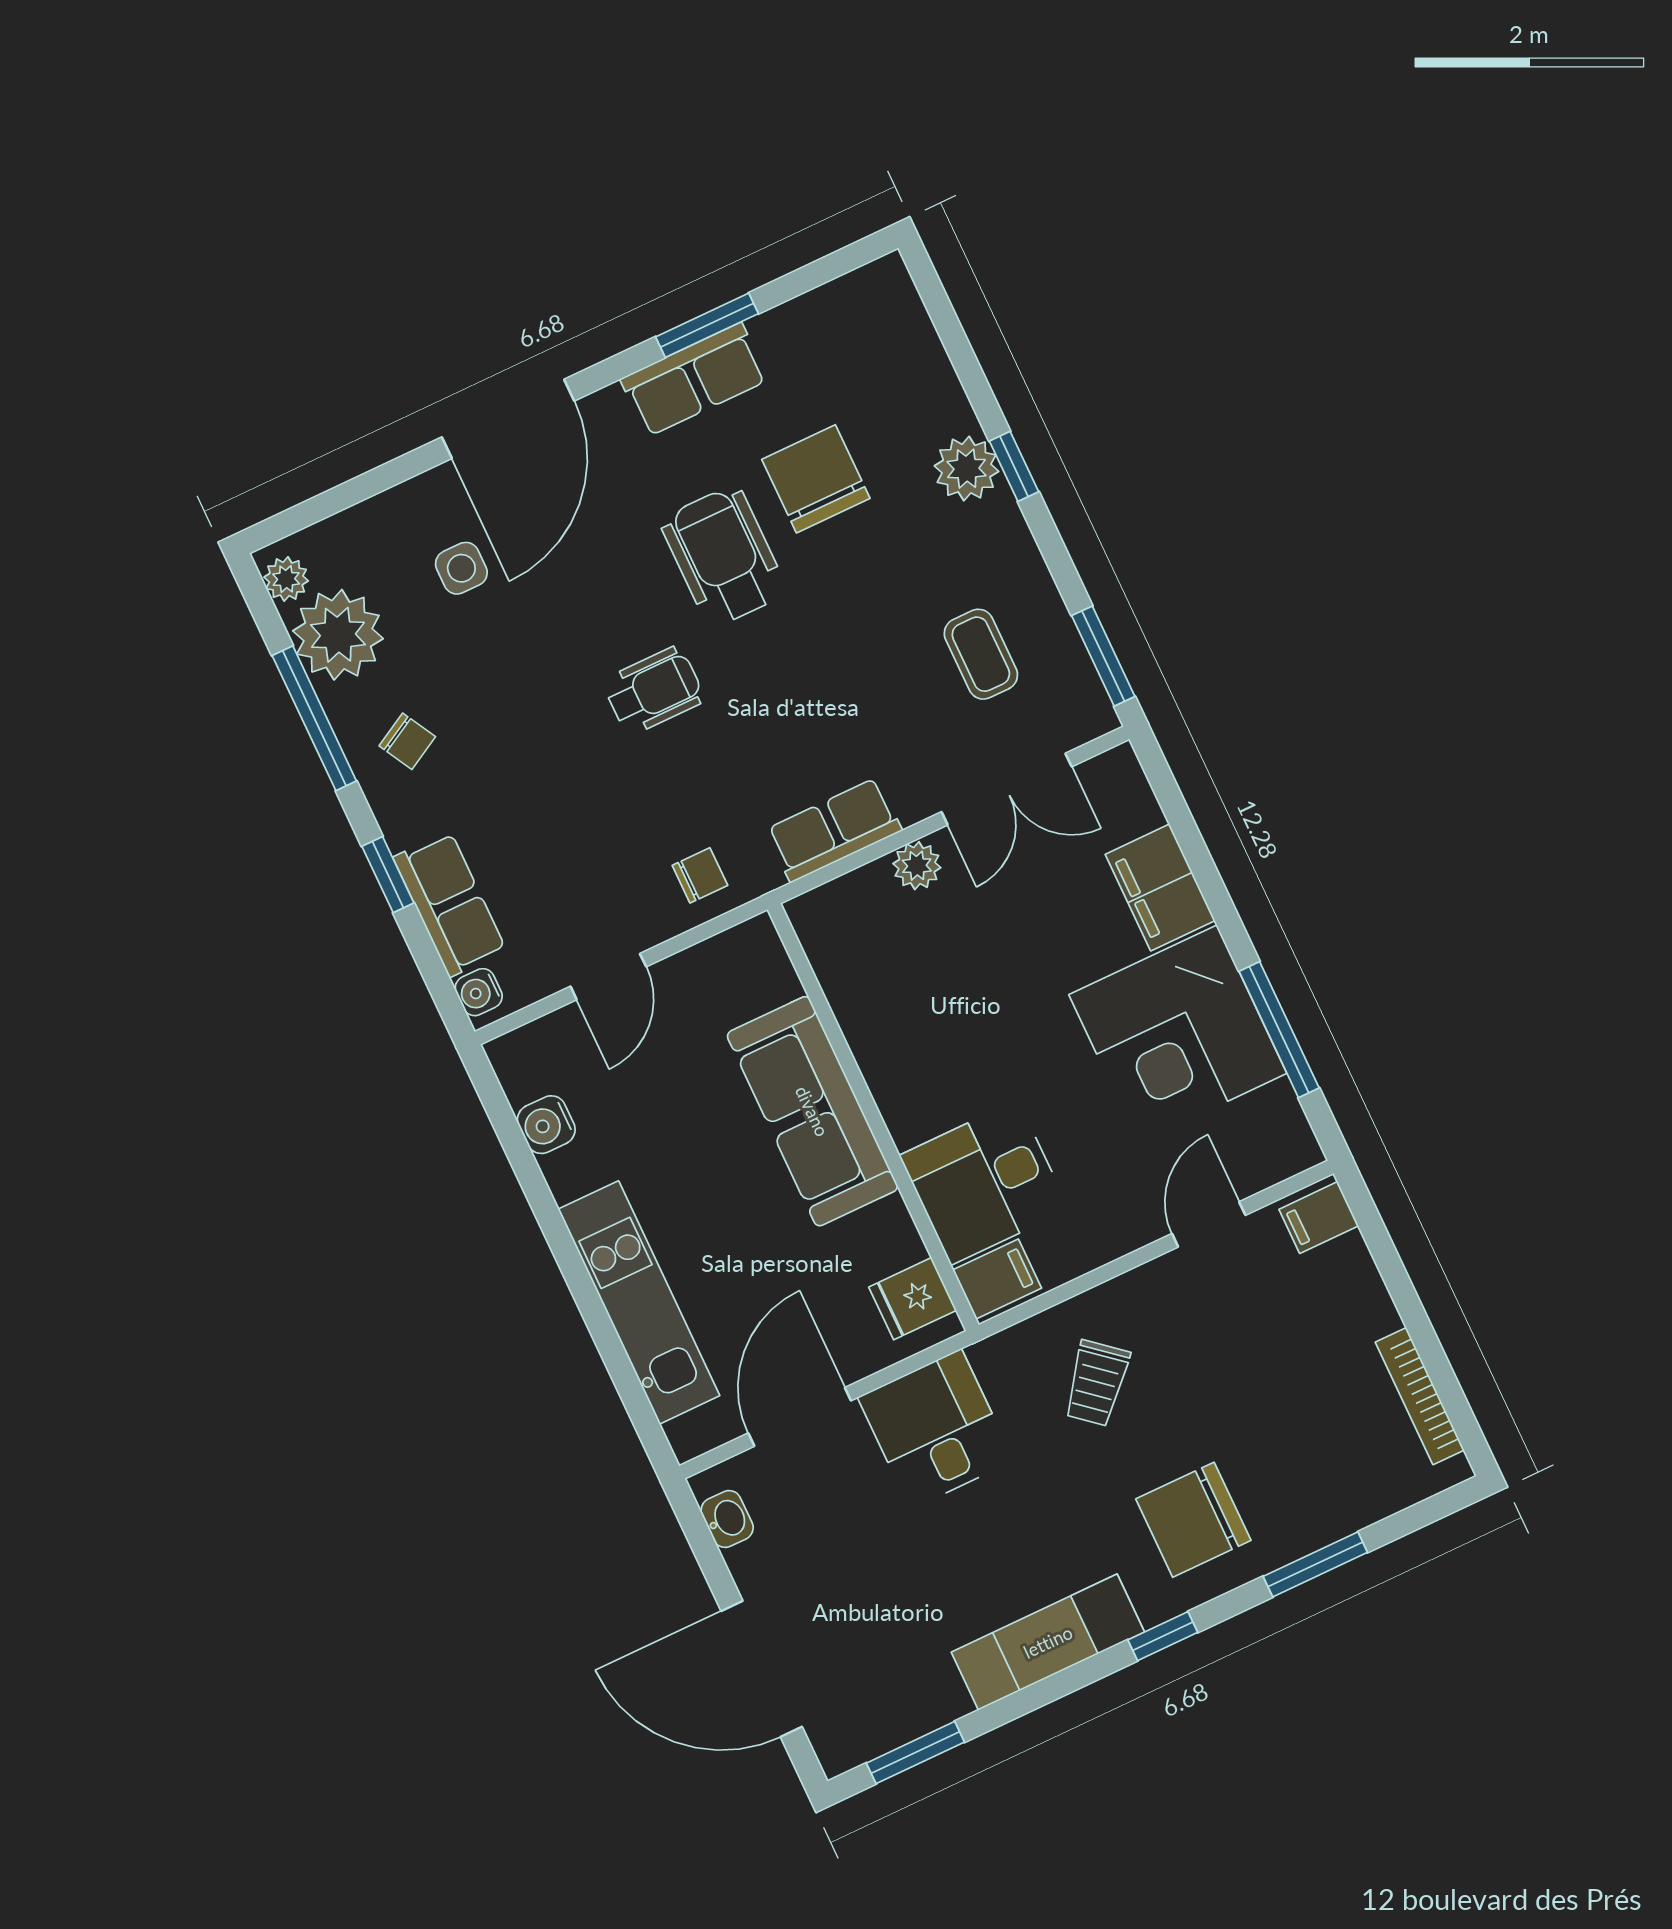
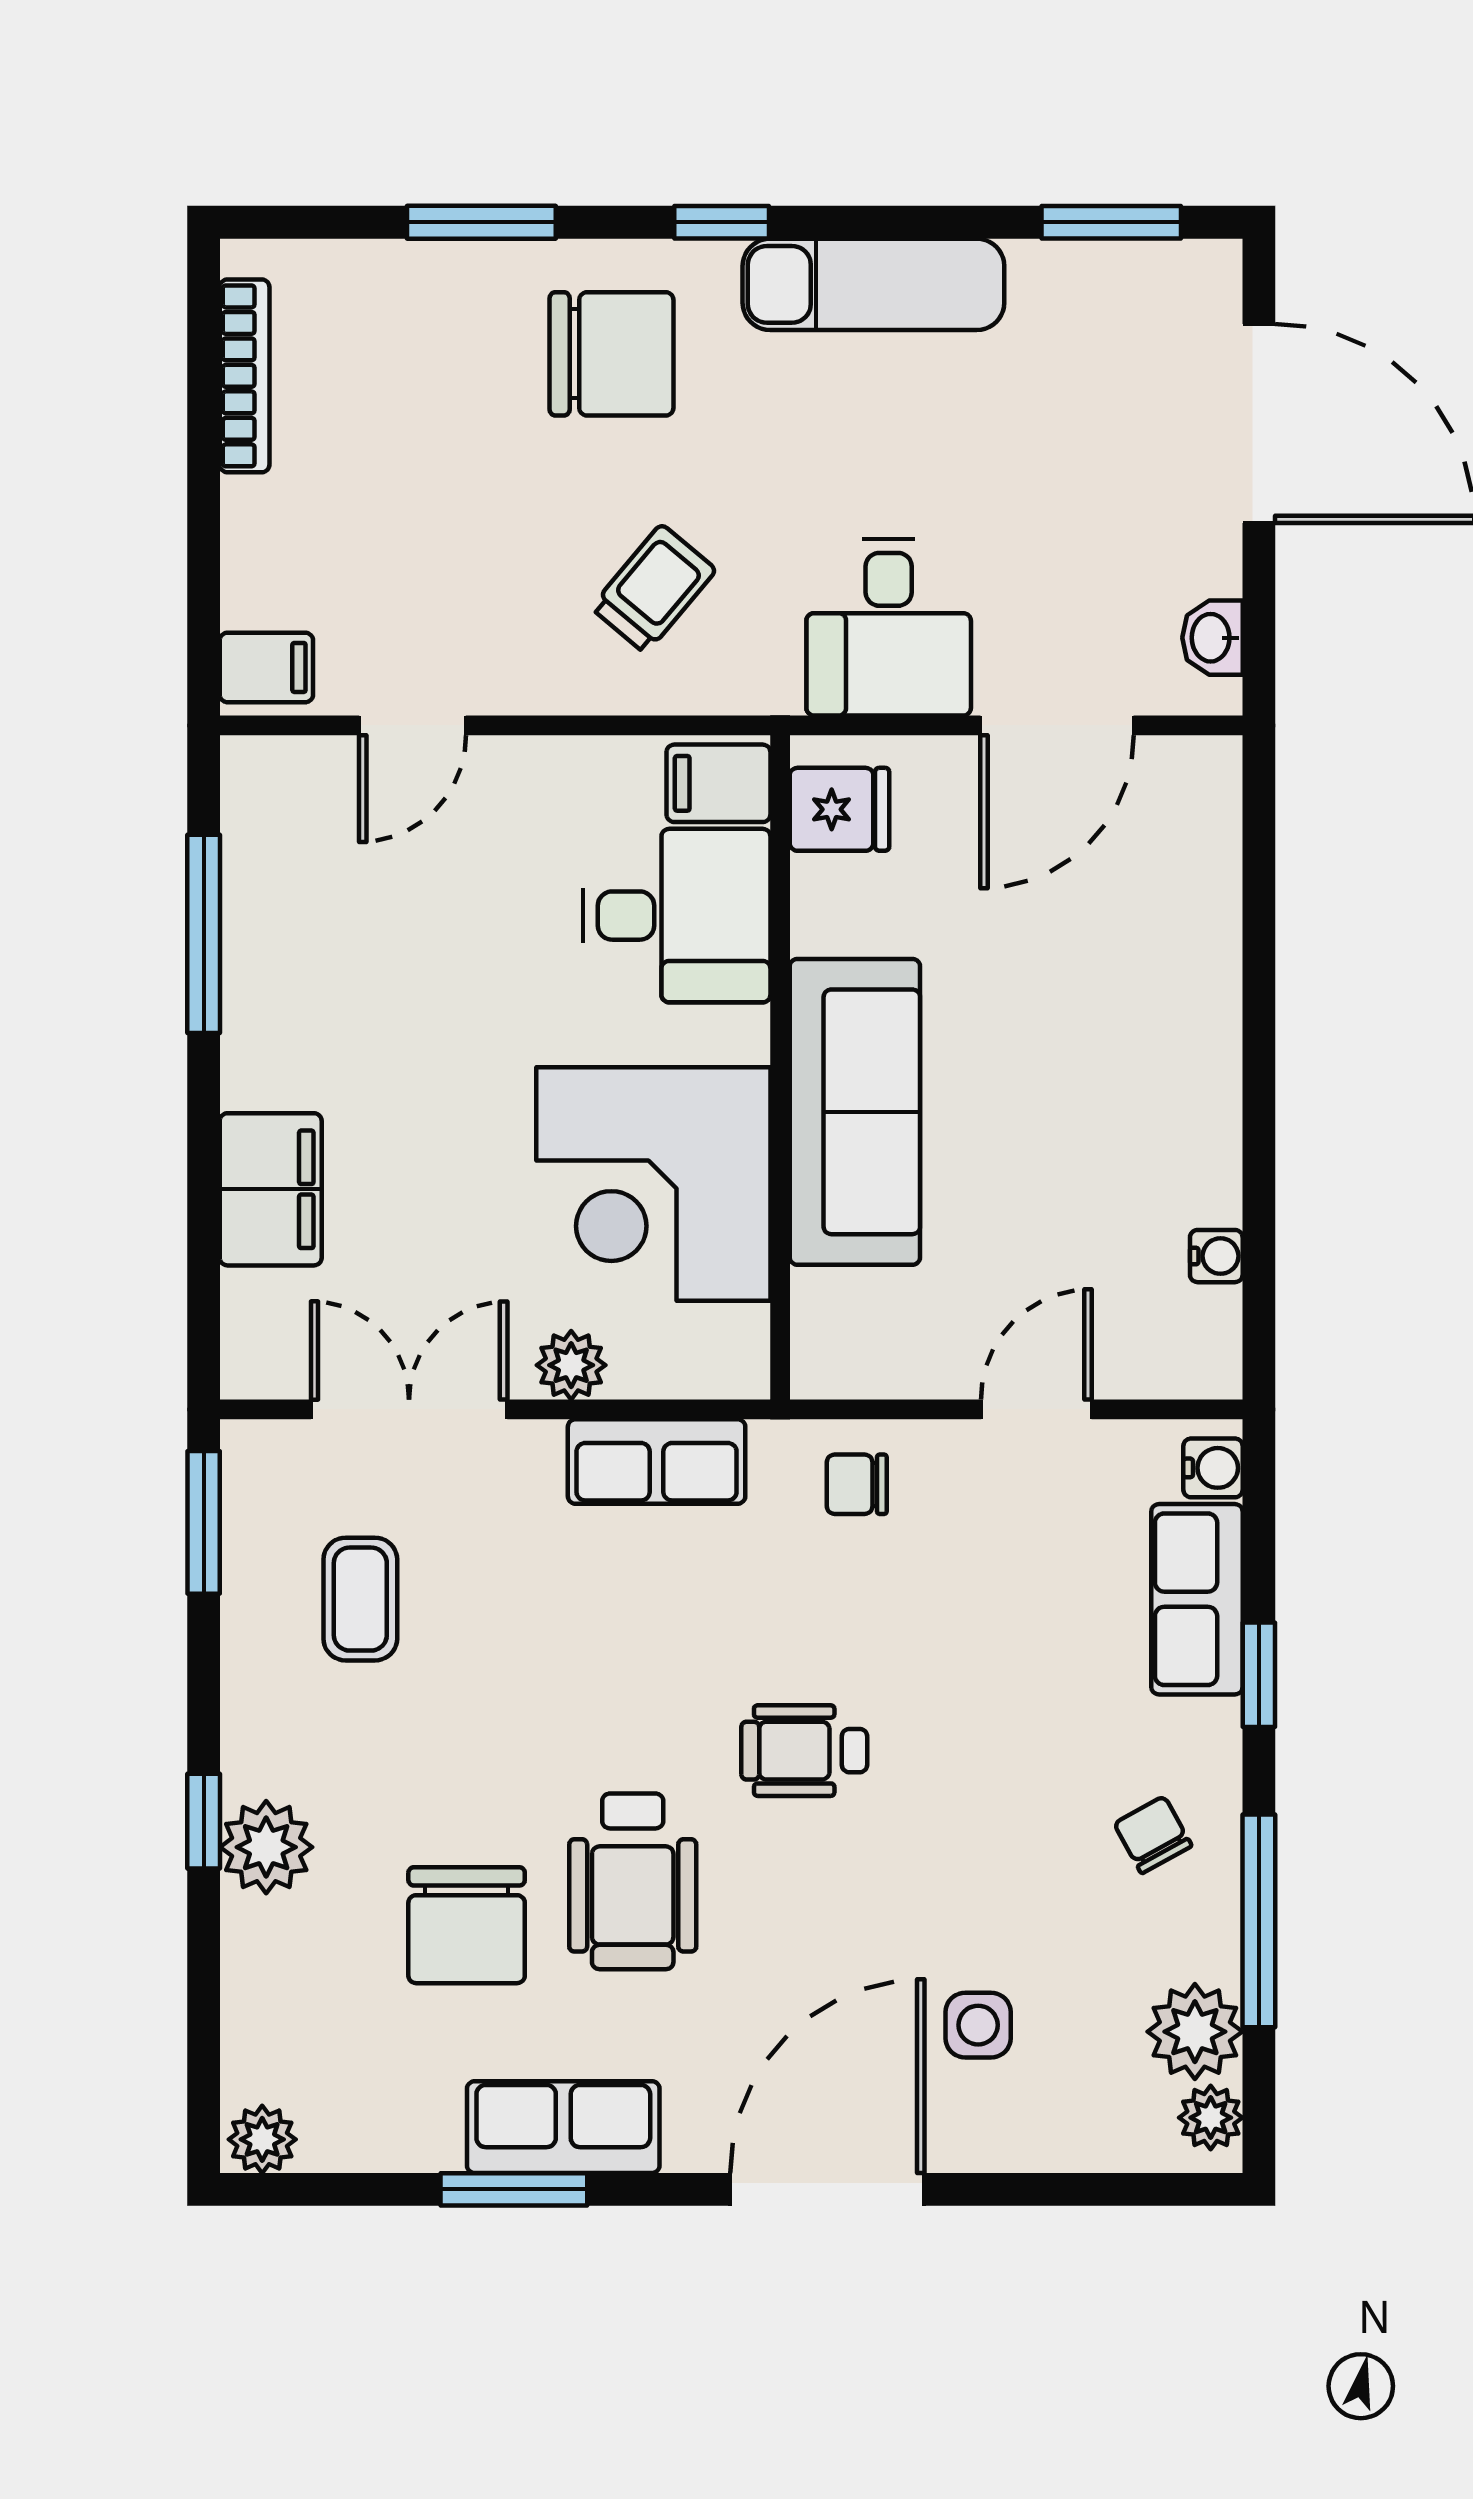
plant: (882, 282) -> (262, 2139), added
plant: (338, 635) -> (1195, 2032), width x0.73, depth x0.73
corner desk: (1178, 1034) -> (653, 1184), moved, turned 180
water cooler: (546, 1125) -> (1216, 1256), width x0.72, depth x0.72
kitchen unit: (639, 1302) -> (1195, 971), removed

